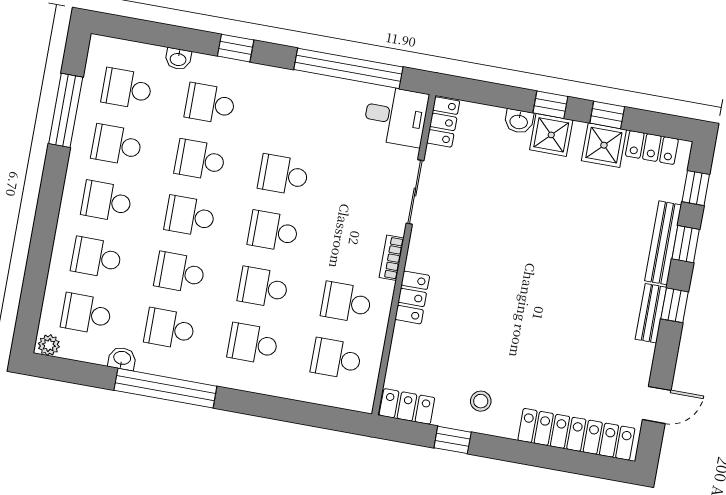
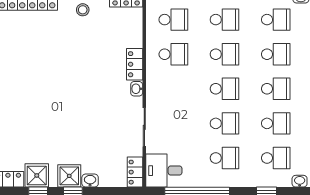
school desk: (293, 119) -> (225, 158), added
washbasin: (416, 257) -> (137, 89), added
bookcase: (392, 258) -> (151, 86), removed

